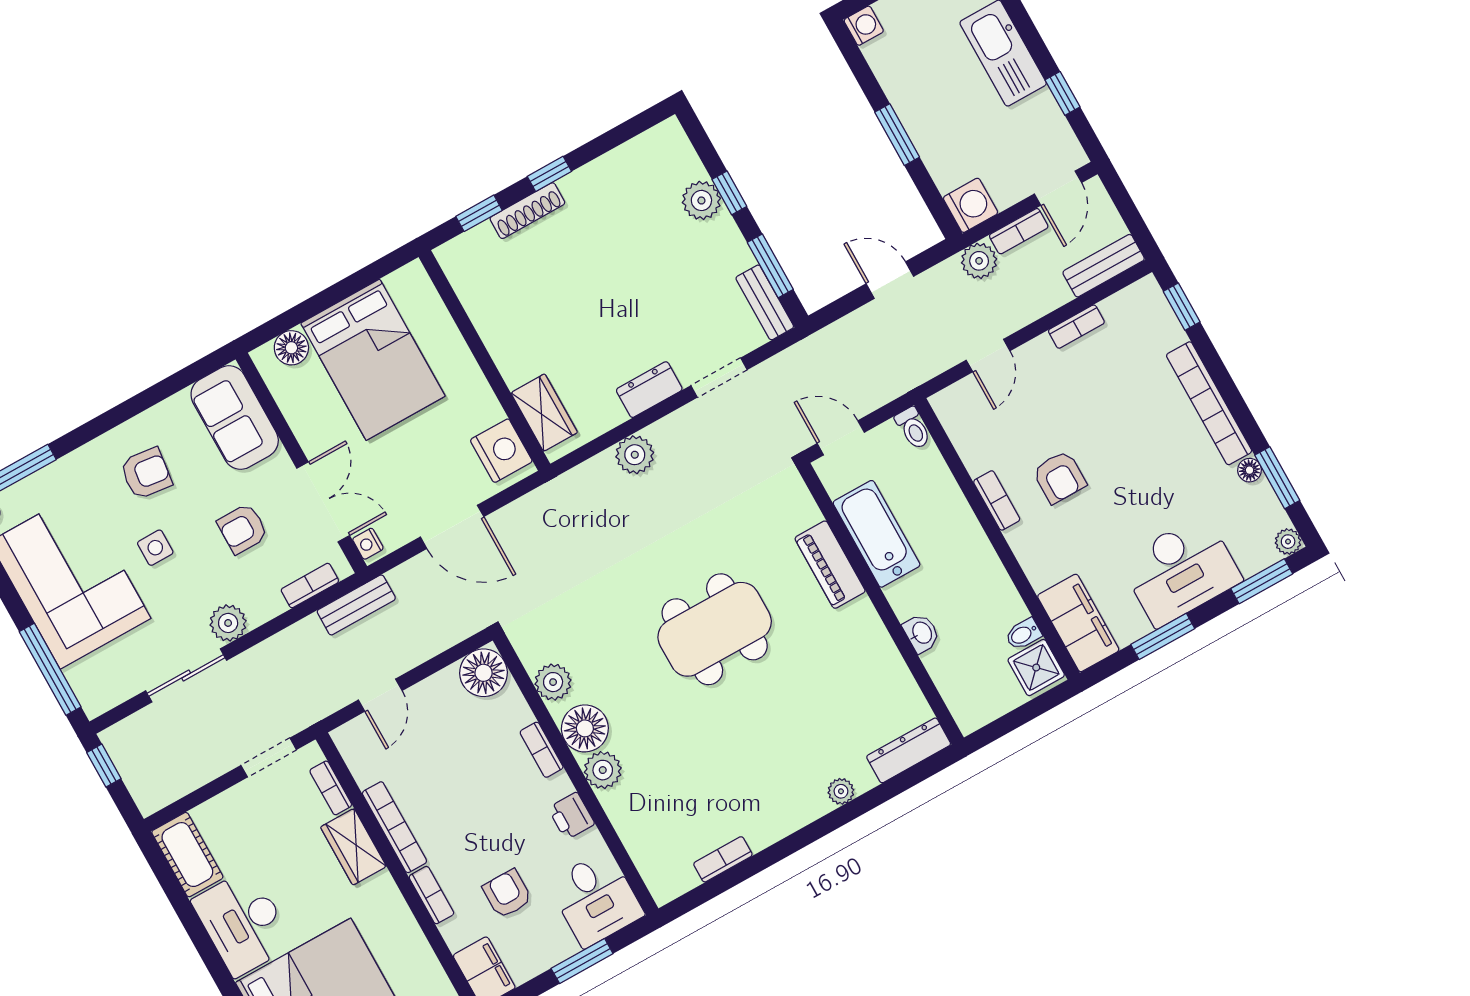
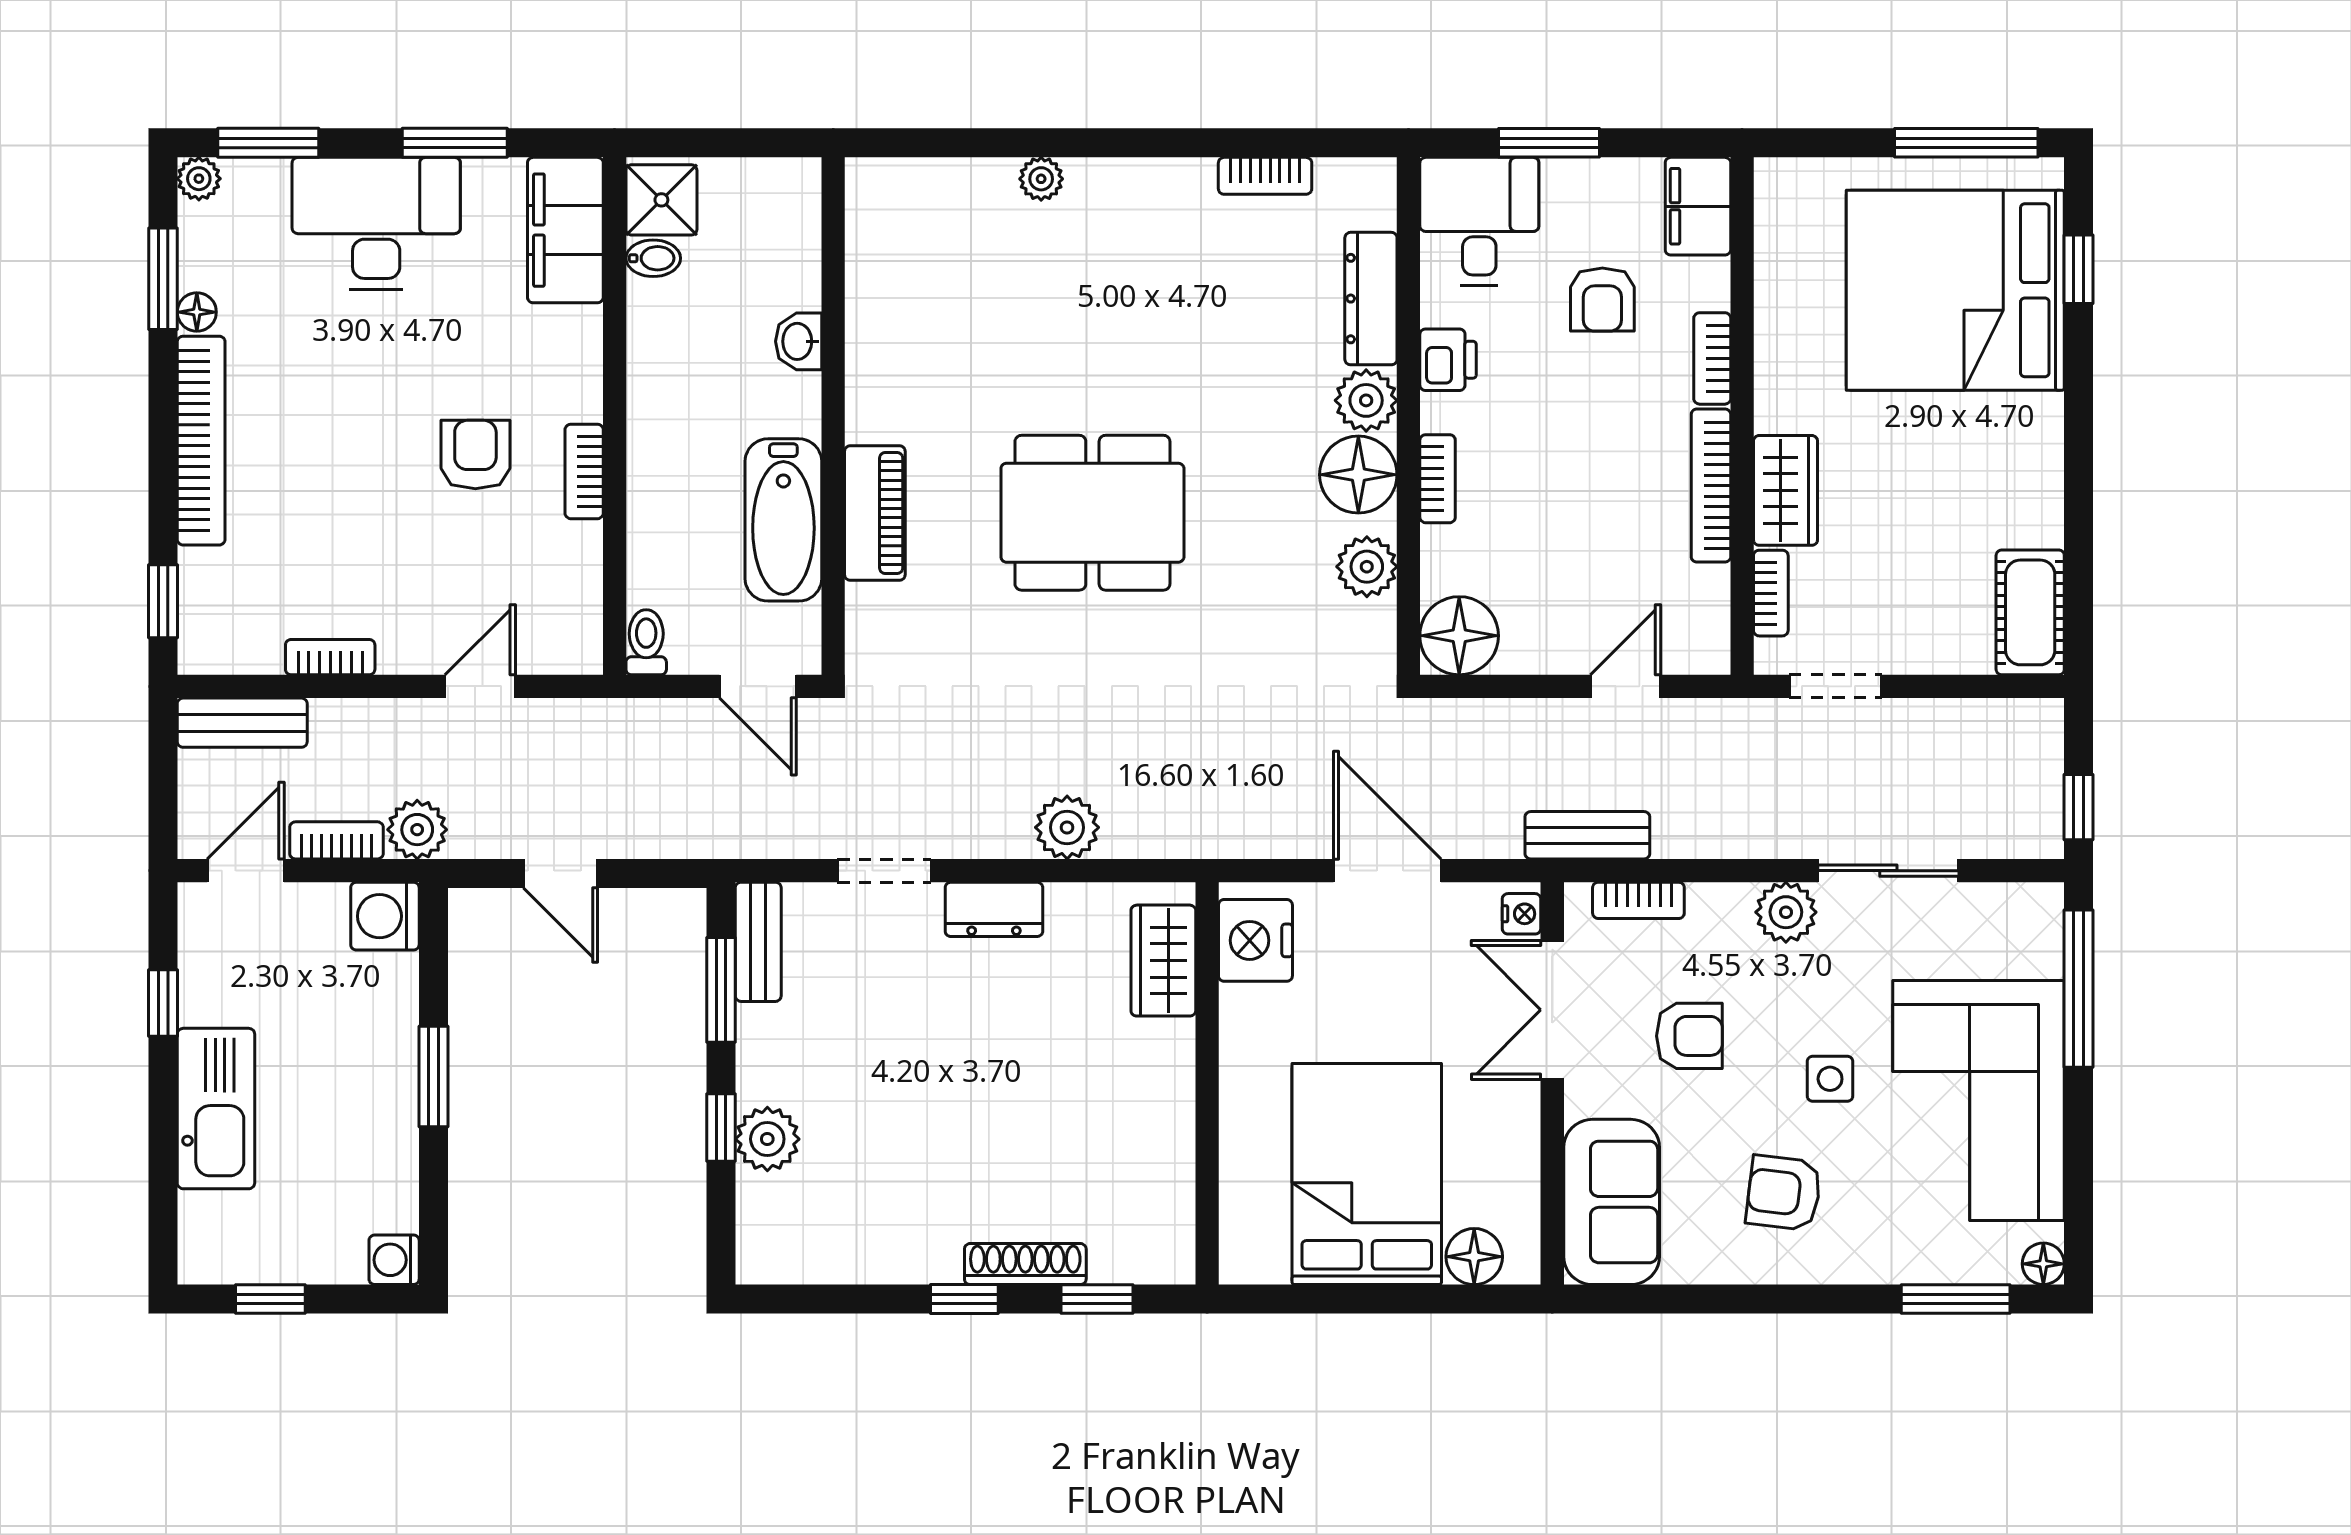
dresser: (909, 750) -> (1371, 299), moved, turned 90
desk: (243, 923) -> (2005, 470), removed

